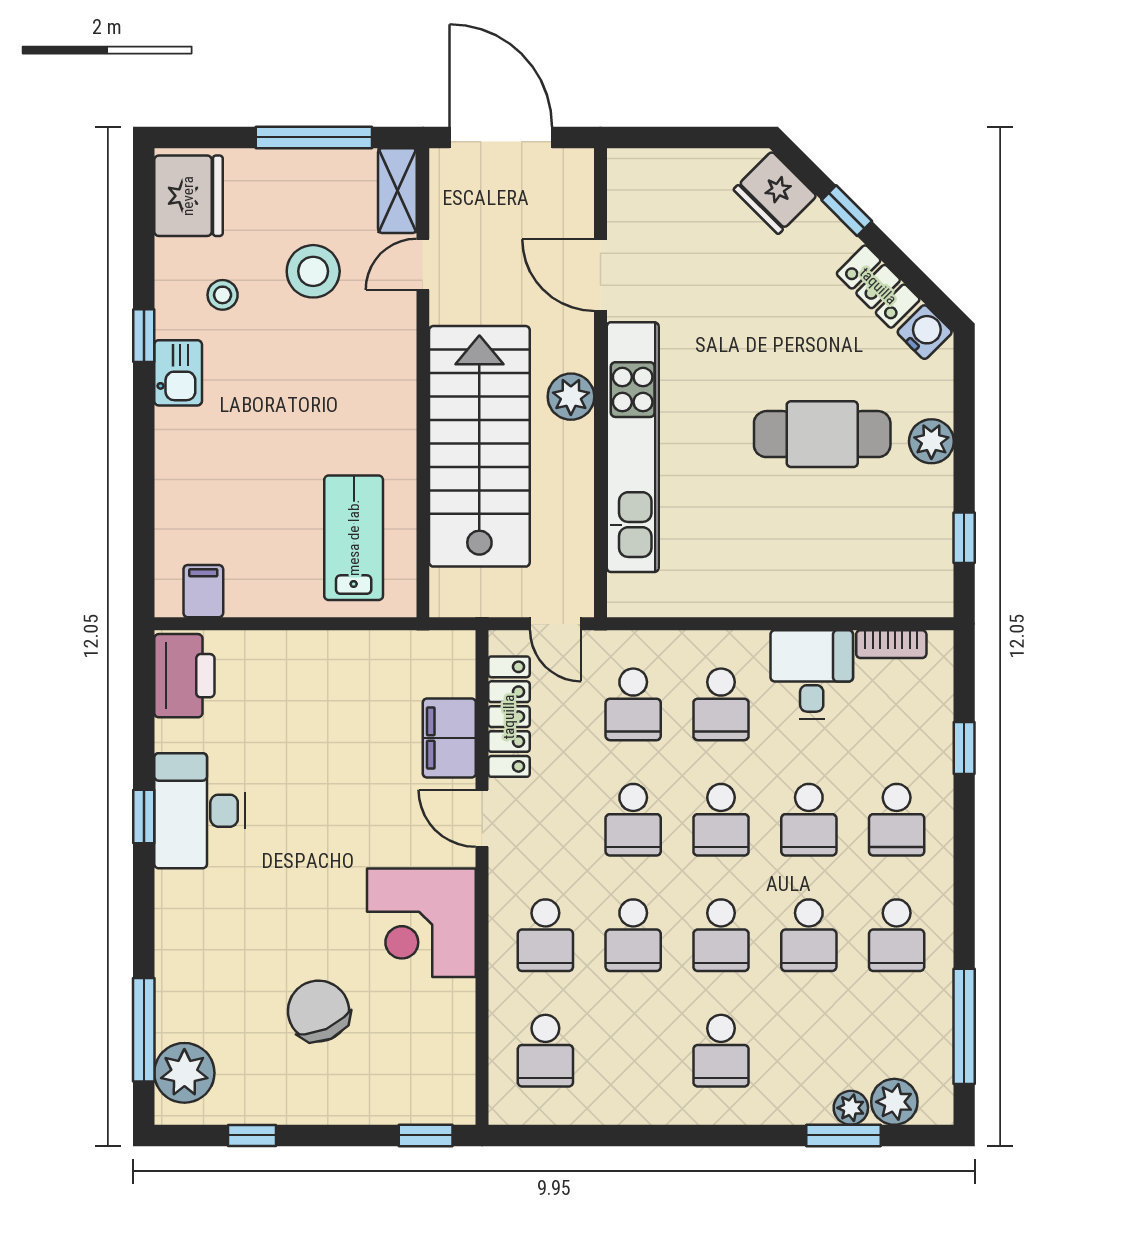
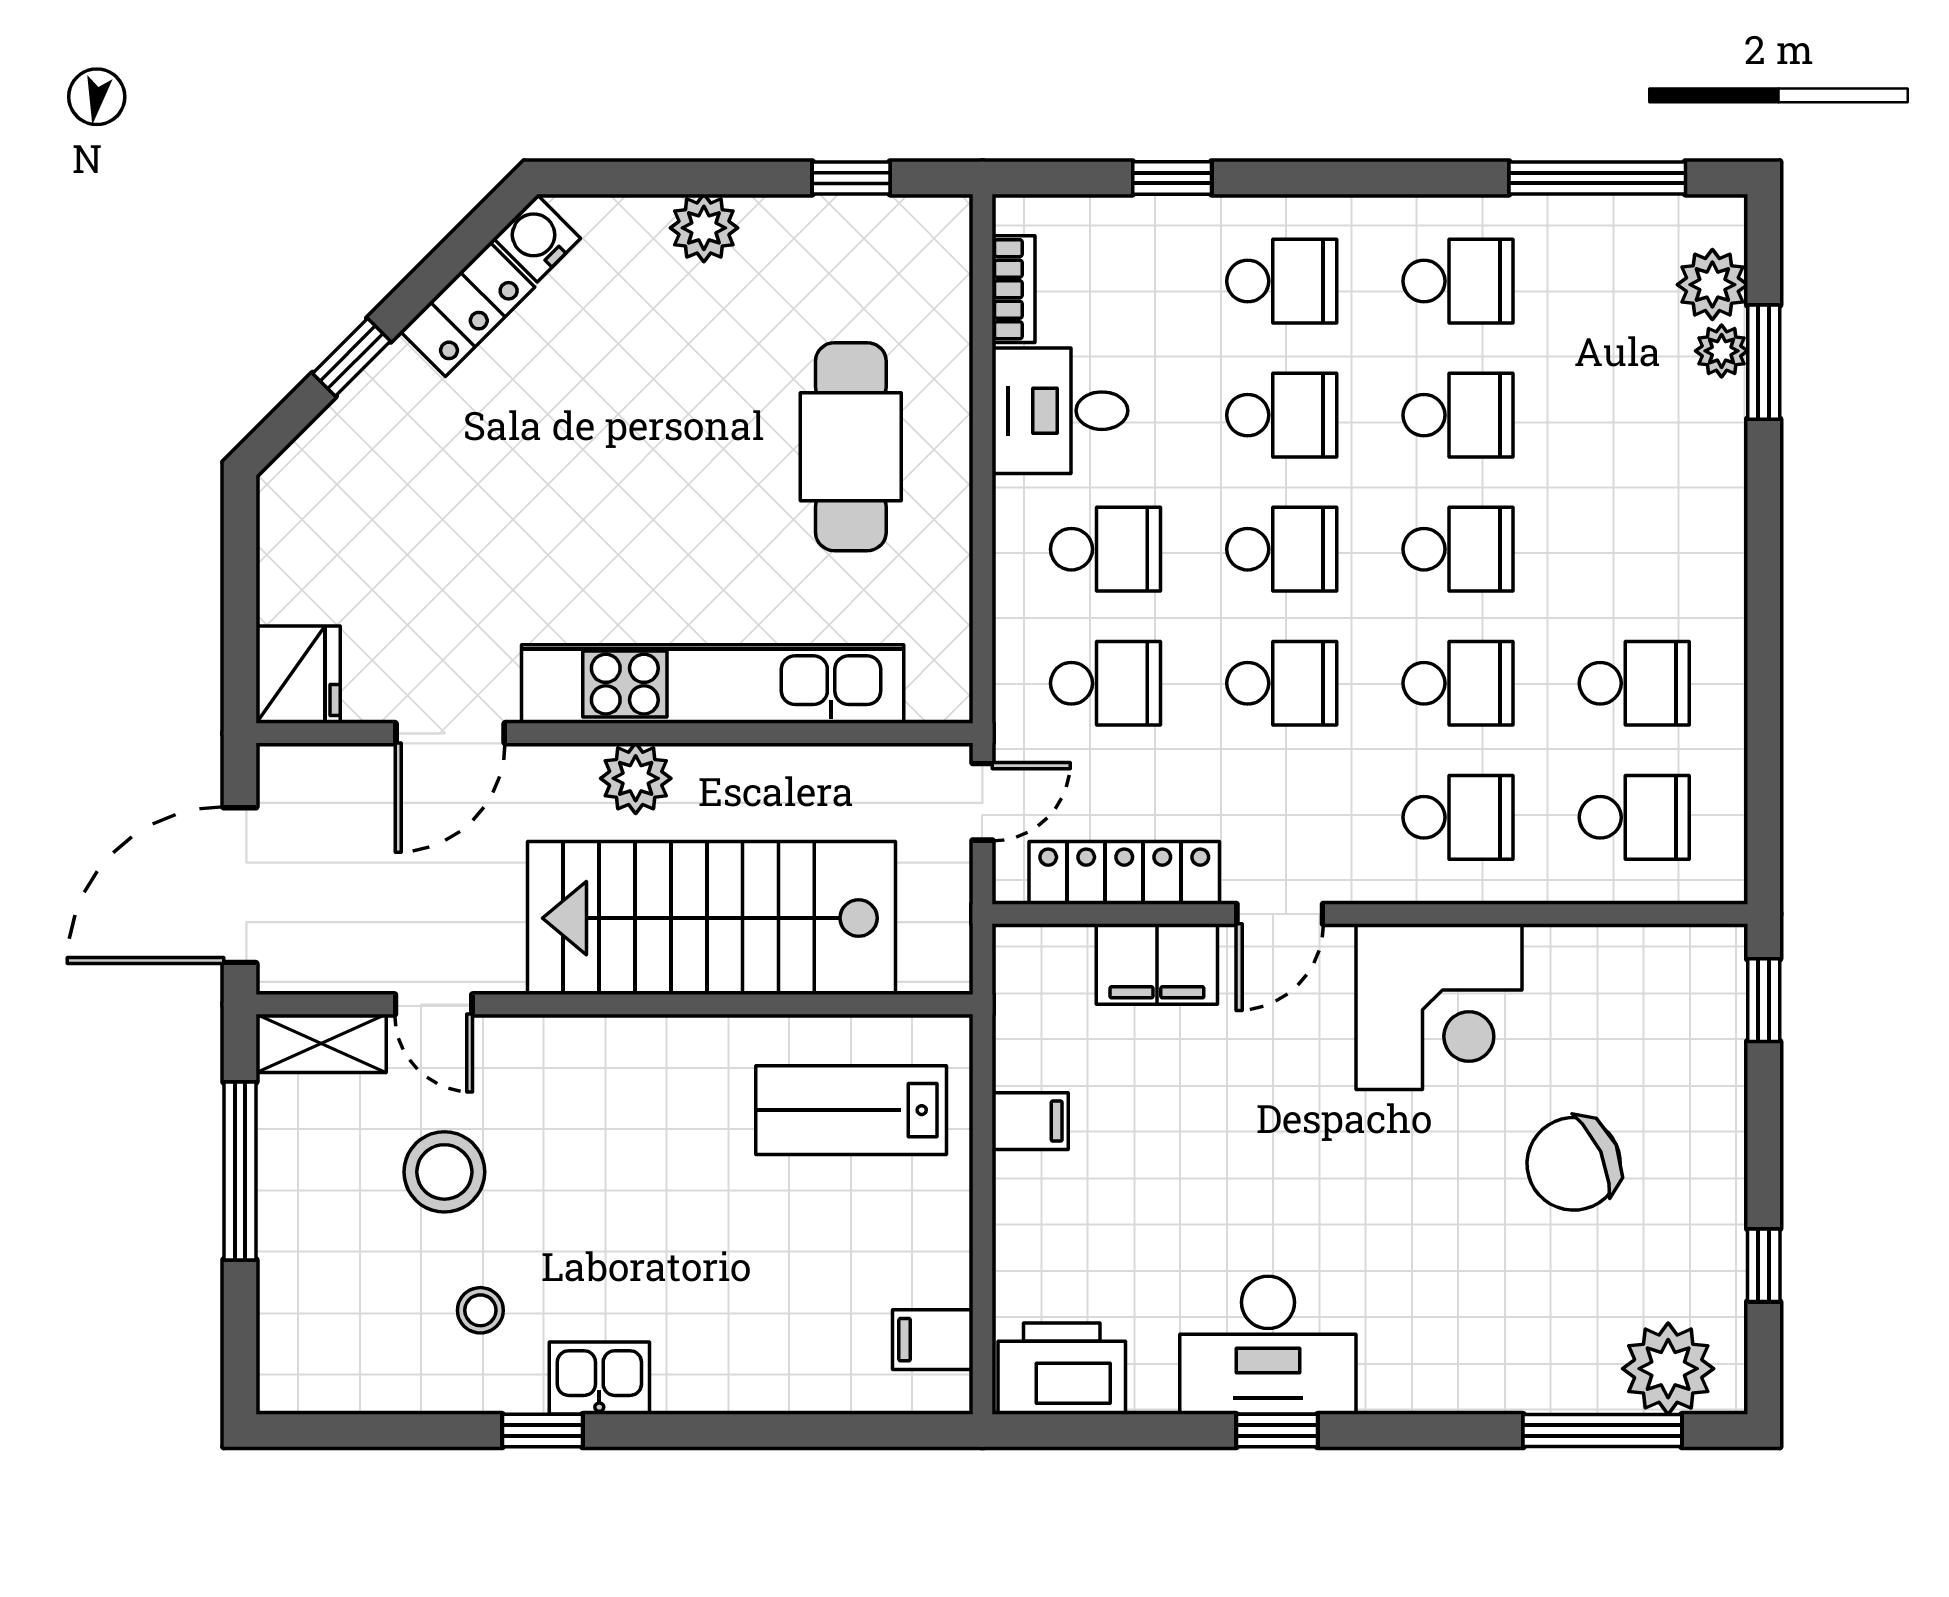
fridge: (775, 193) -> (298, 675), moved, turned -45
fridge: (188, 196) -> (329, 1362), removed
cafe table: (822, 434) -> (851, 447), moved
filing cabinet: (346, 655) -> (1030, 1121), added
school desk: (721, 1051) -> (1634, 683), moved

